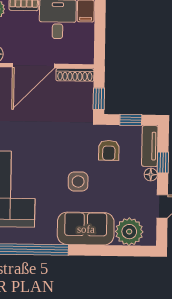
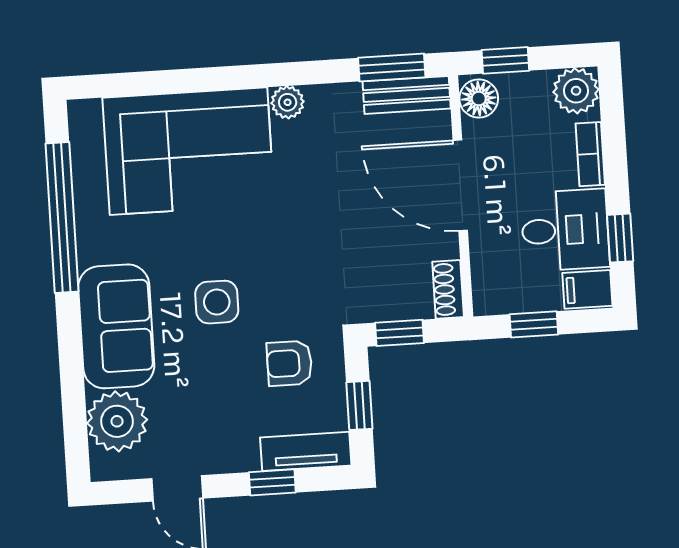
window: (100, 37) -> (534, 324), added
shoe rack: (75, 75) -> (448, 289), width x0.70
floor lamp: (151, 175) -> (244, 458), removed

